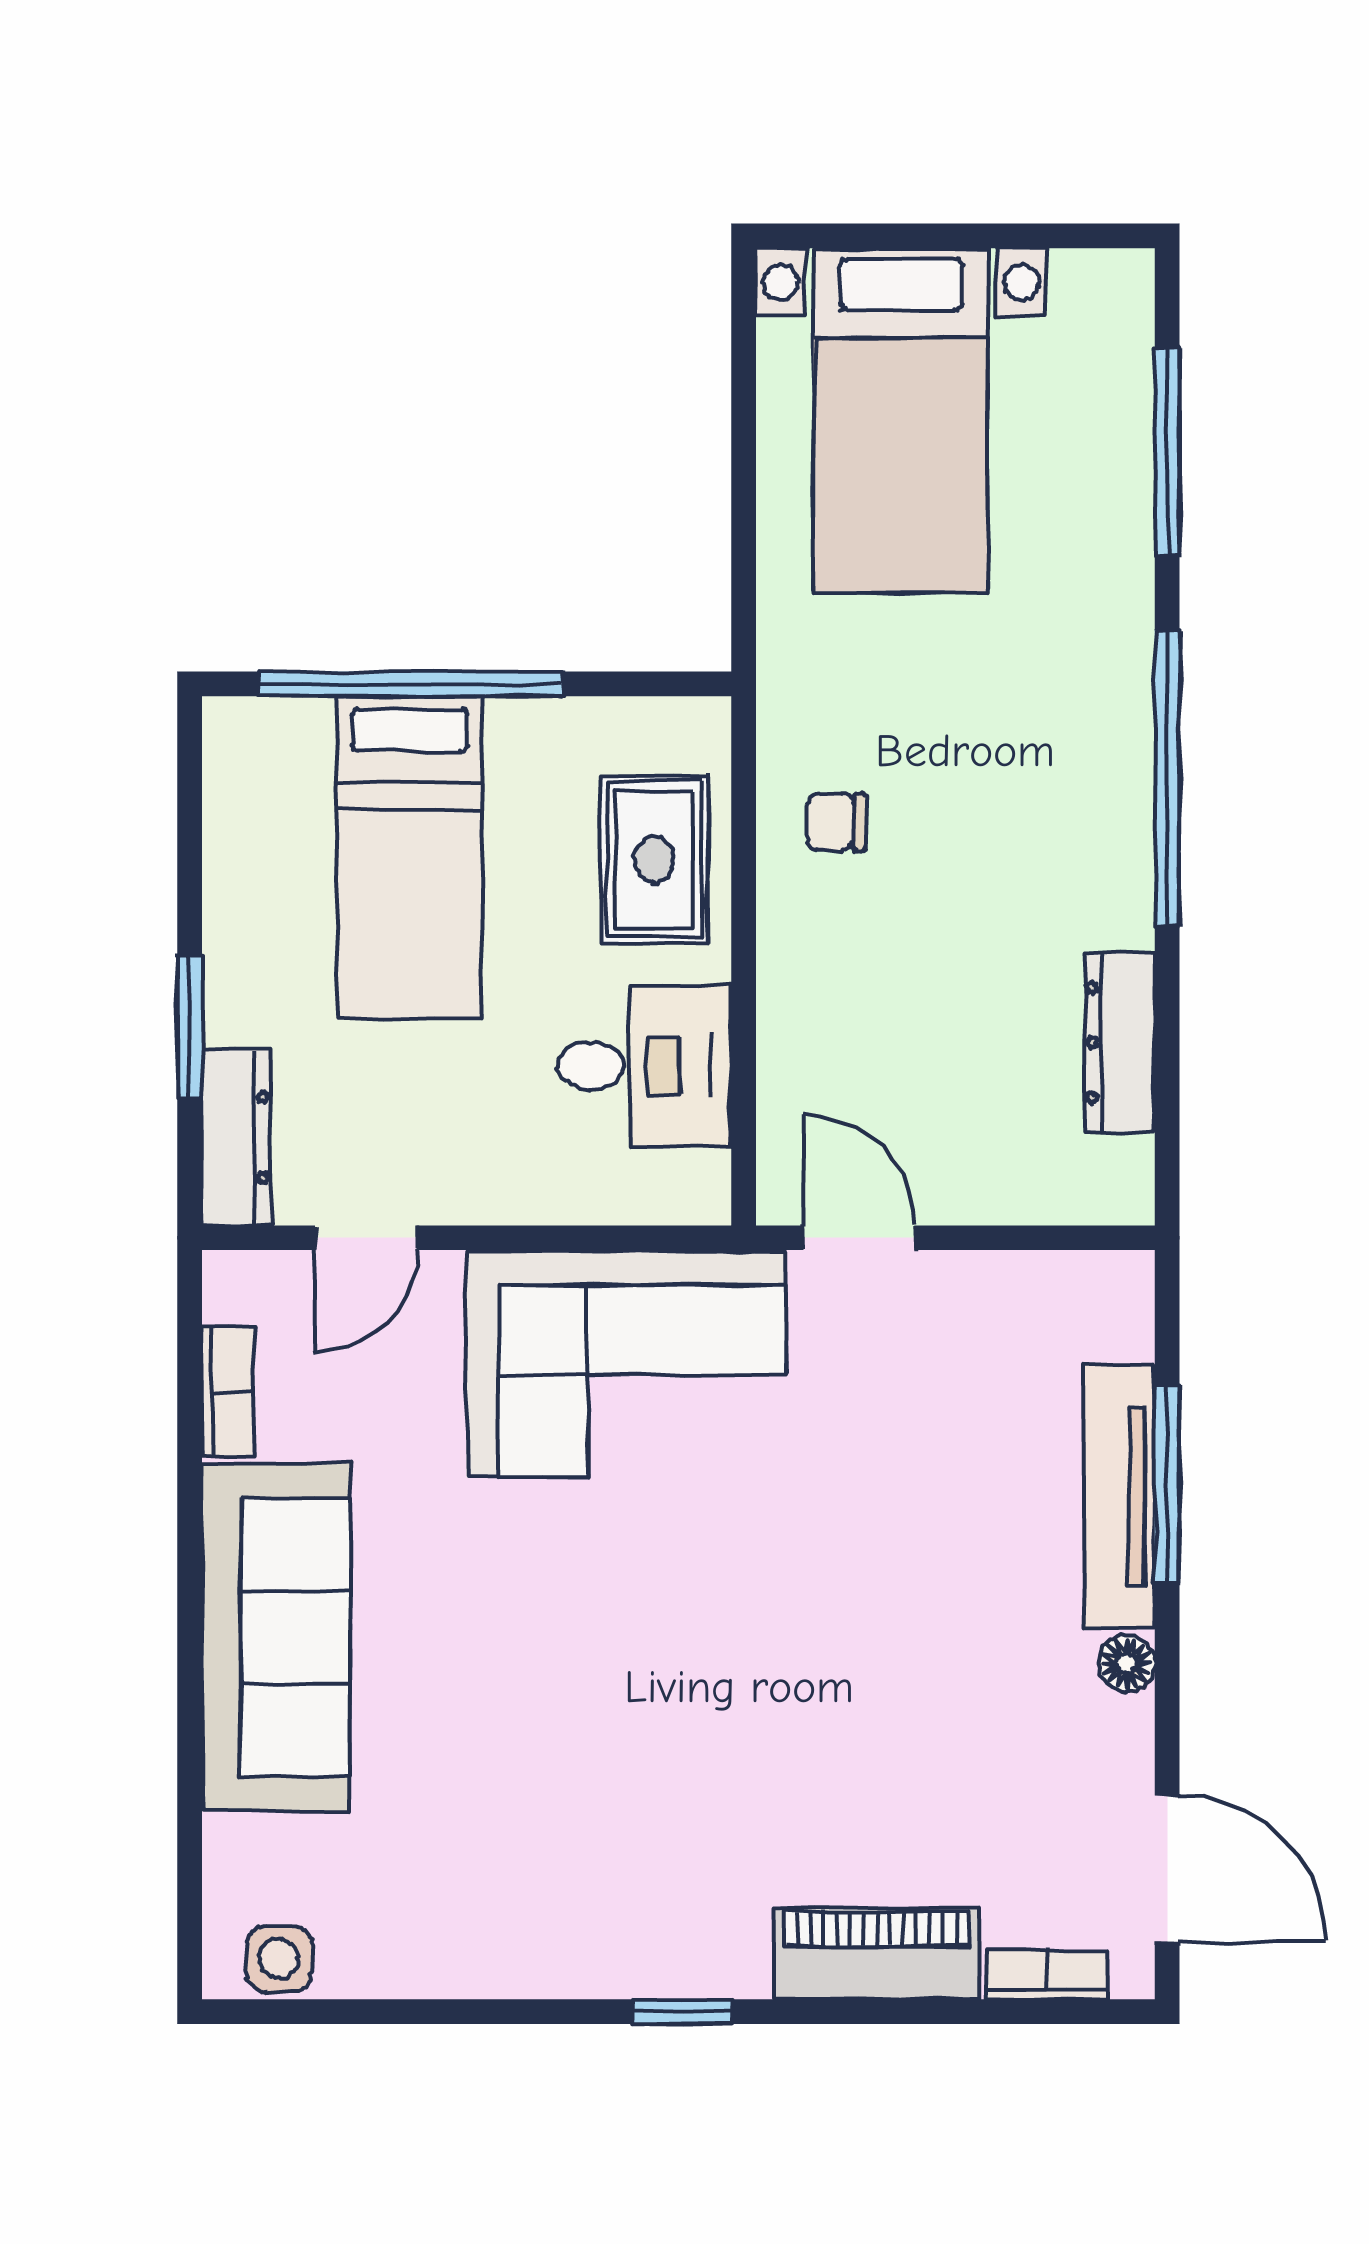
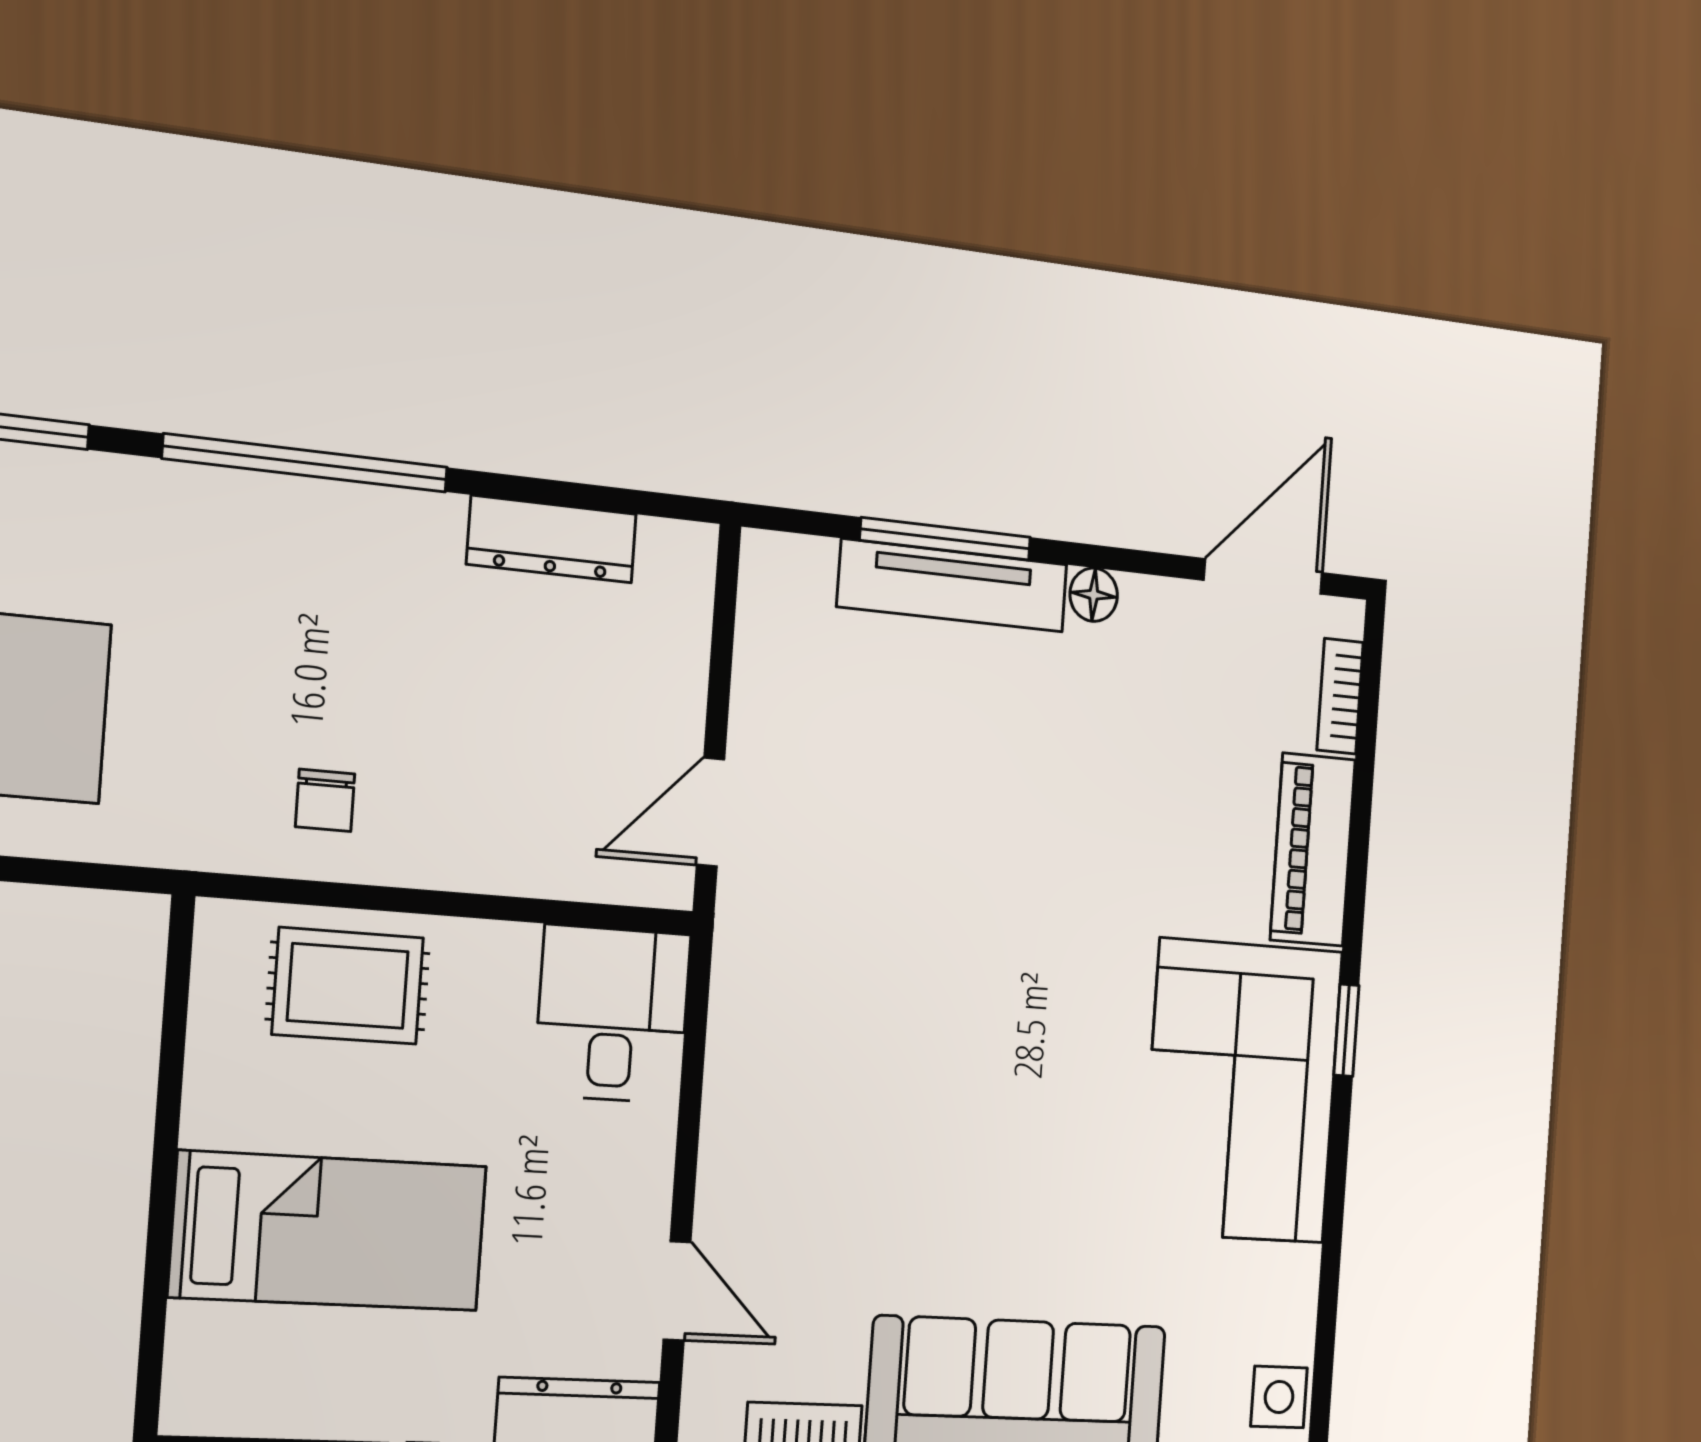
window: (410, 684) -> (160, 1222), removed
desk: (644, 1066) -> (612, 1014), moved
corner sofa: (626, 1364) -> (1242, 1091), moved, turned 180

